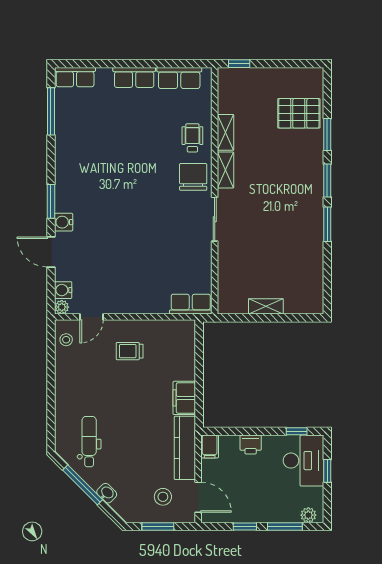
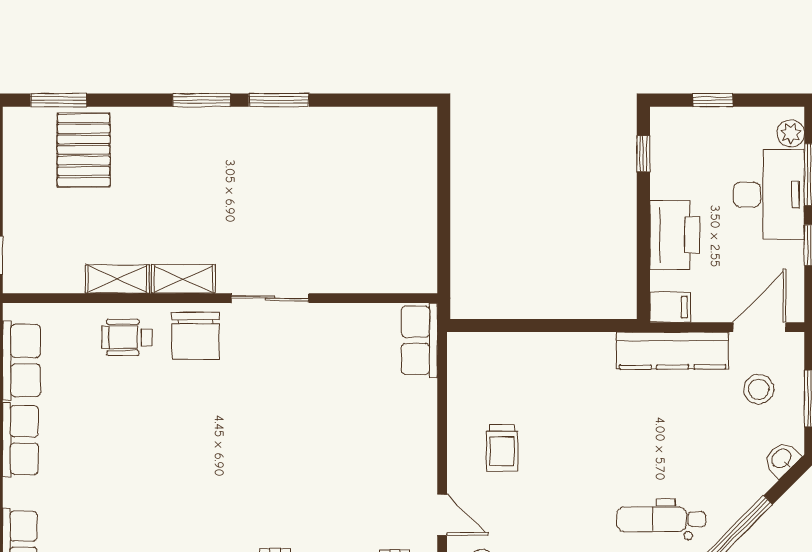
window: (327, 134) -> (59, 100), moved
chair: (193, 177) -> (196, 336), turned -90
shelving: (266, 306) -> (424, 208), removed
filing cabinet: (184, 398) -> (585, 352), removed
printer: (251, 445) -> (675, 235), width x1.87, depth x1.48
desk: (303, 461) -> (769, 195), moved, turned 90
washbasin: (107, 493) -> (782, 459), moved

